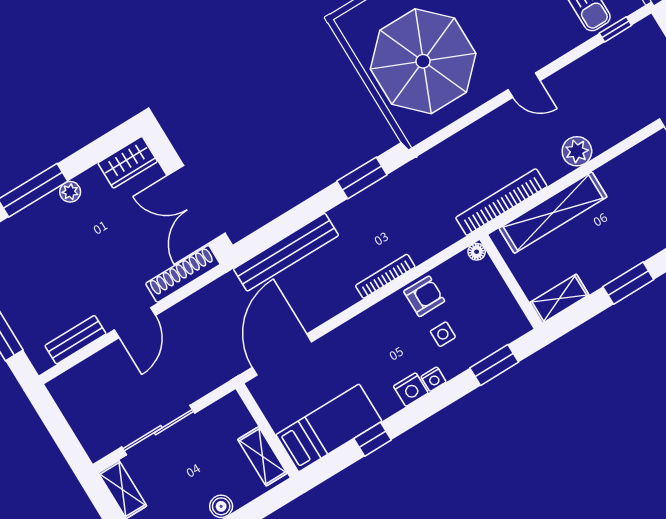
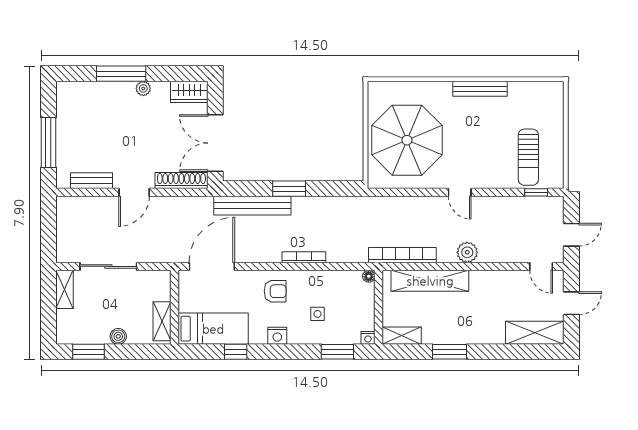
window: (362, 178) -> (289, 189), moved
armchair: (424, 296) -> (275, 291), moved
nightstand: (434, 379) -> (368, 338), moved

